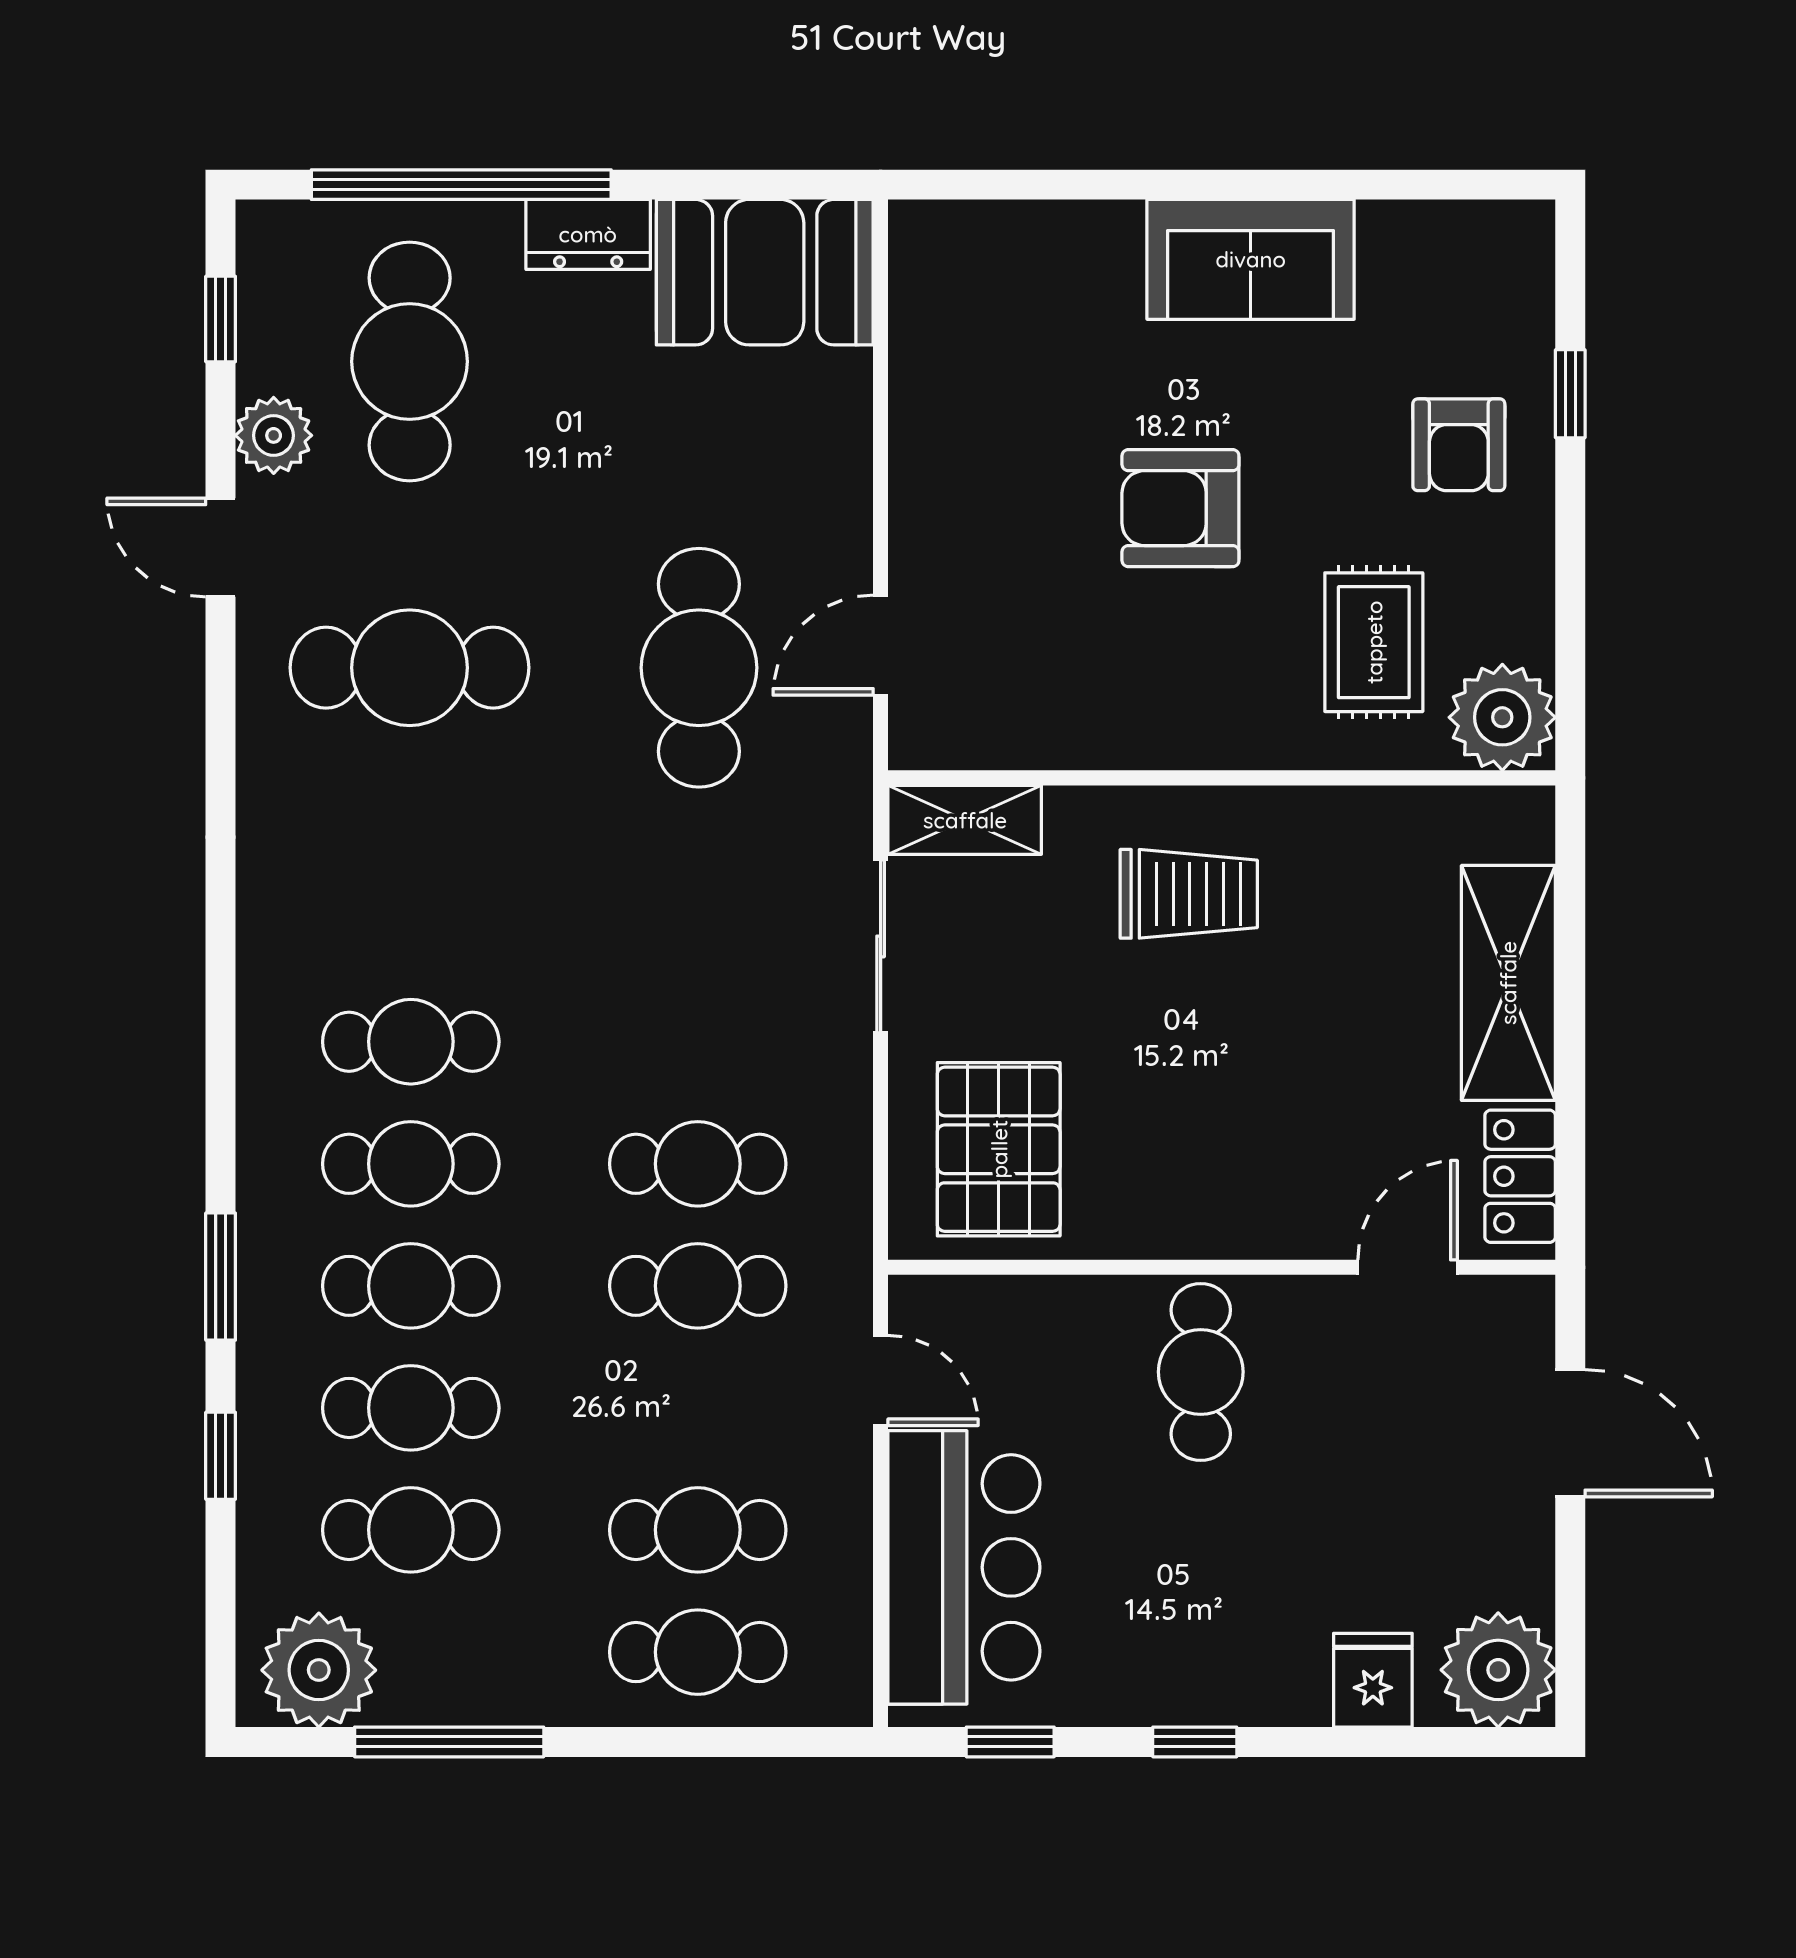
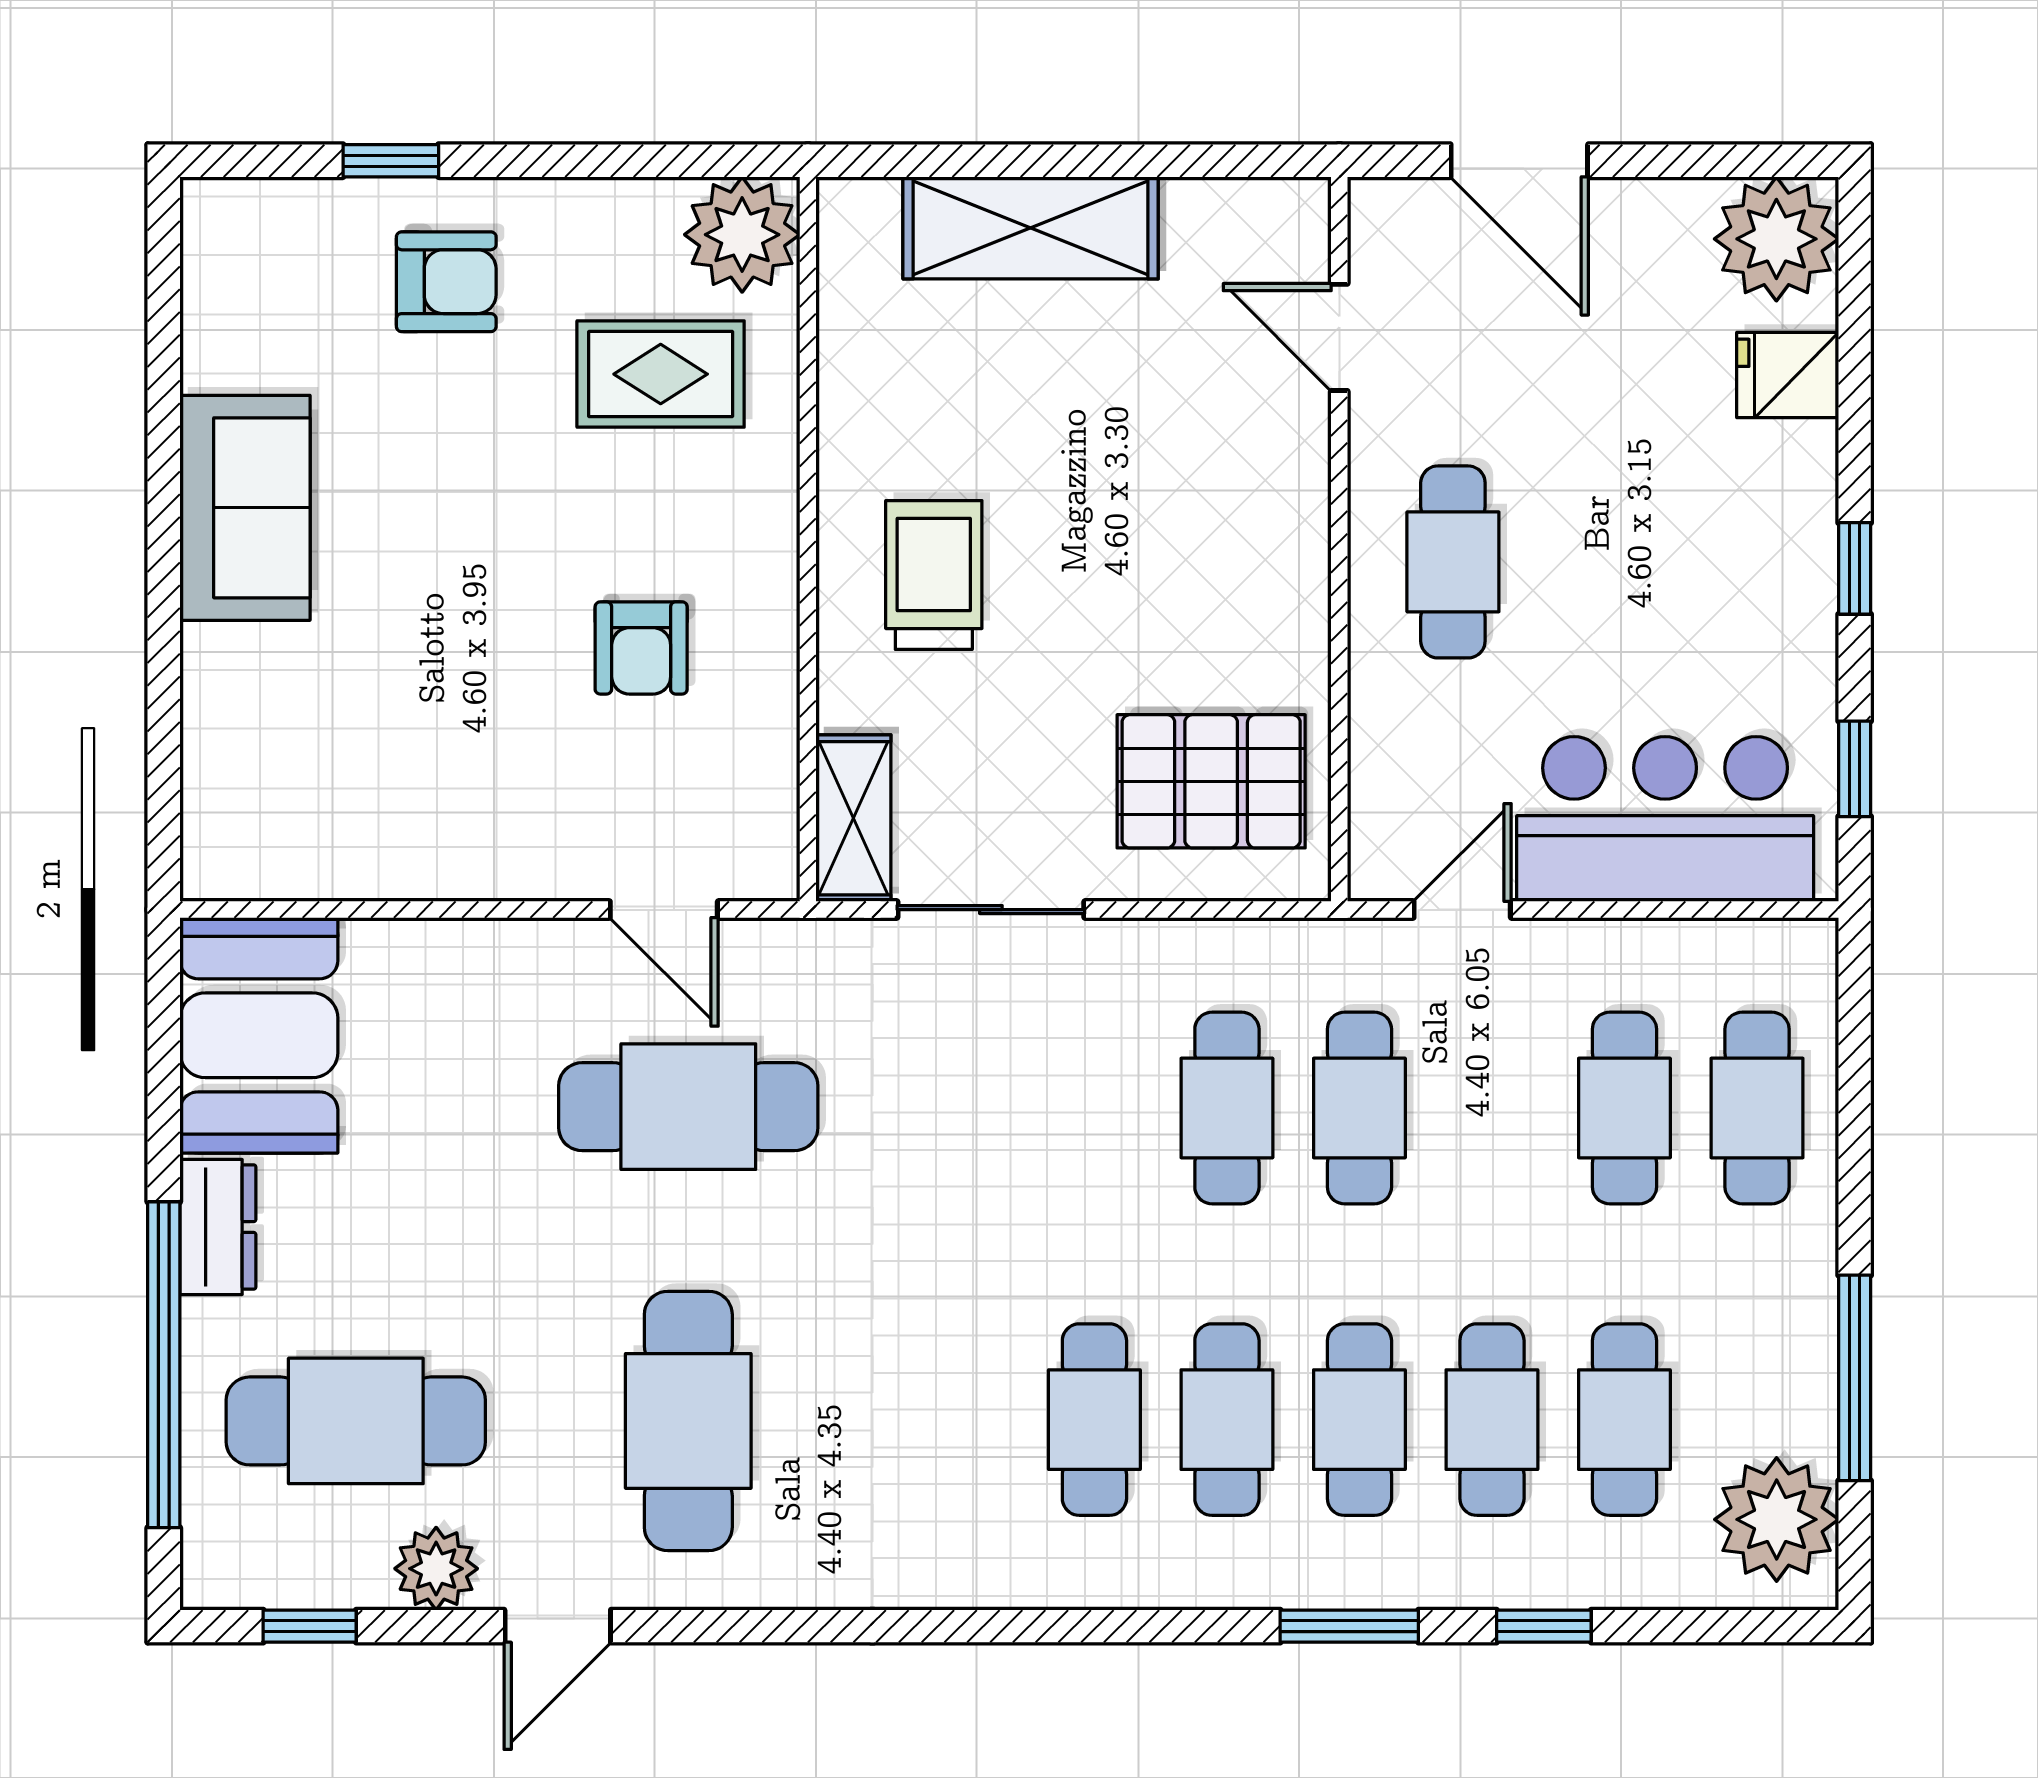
armchair: (1180, 508) -> (641, 648), moved, width x0.72, depth x0.72
locker: (1520, 1176) -> (1240, 215), removed
cafe table: (1201, 1372) -> (1453, 562), turned 90
door: (1570, 1433) -> (1519, 161), swing flipped

